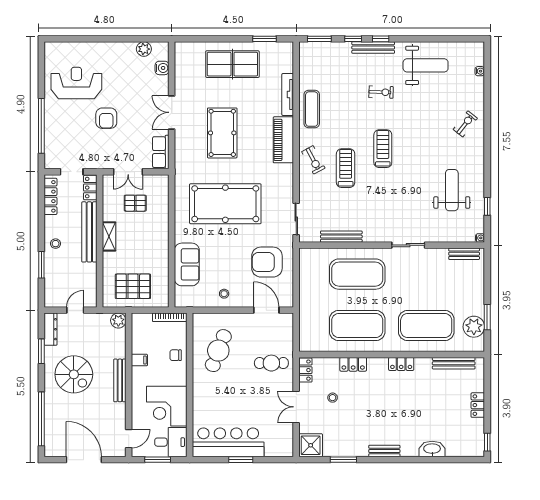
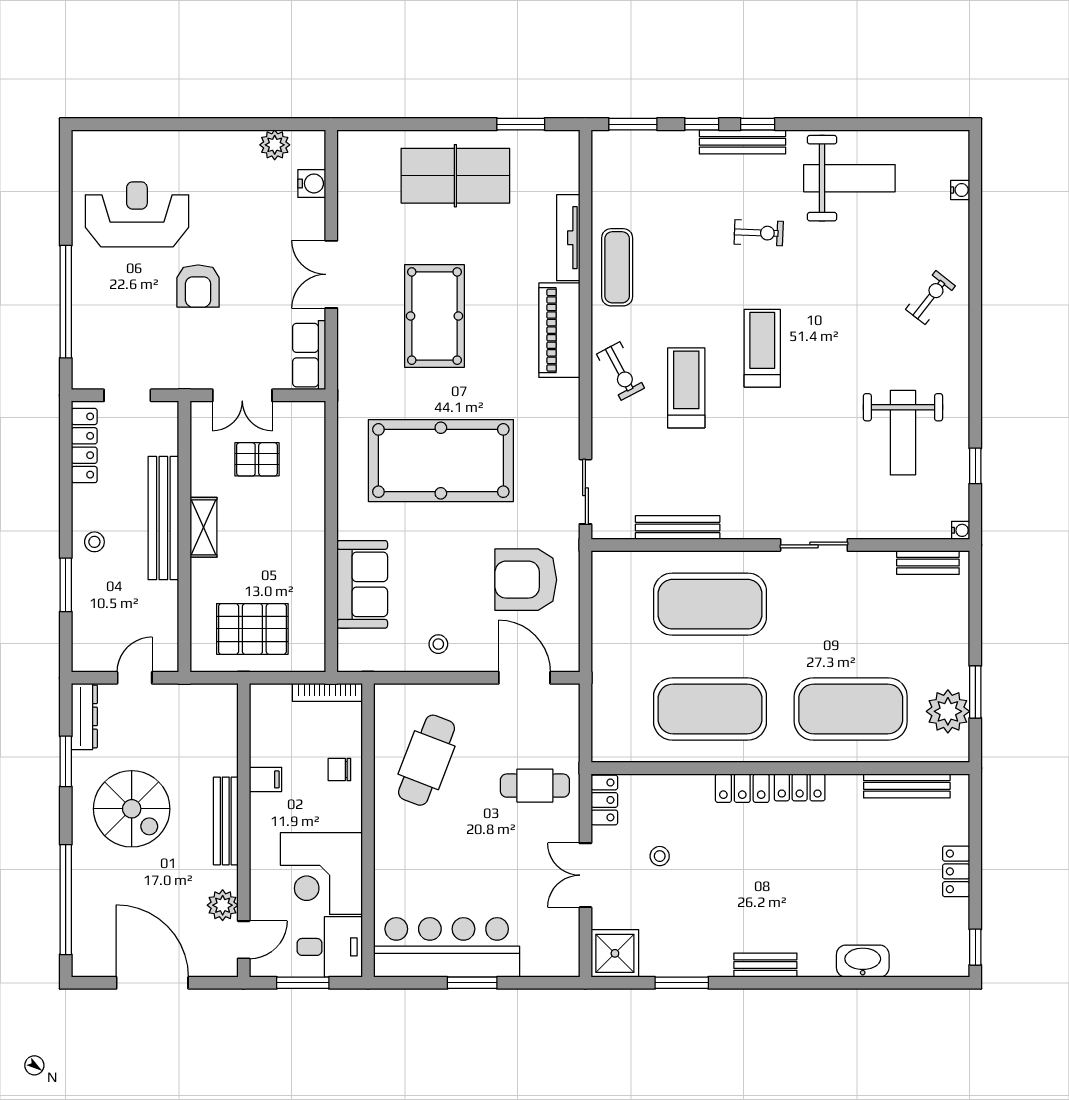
locker: (90, 188) -> (165, 428), removed
weight bench: (452, 190) -> (903, 433), turned 180
plant: (118, 321) -> (223, 905), moved
locker: (353, 364) -> (742, 788), moved

